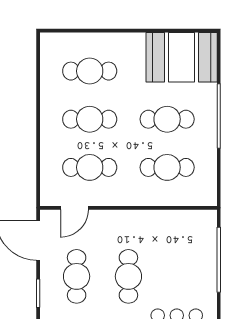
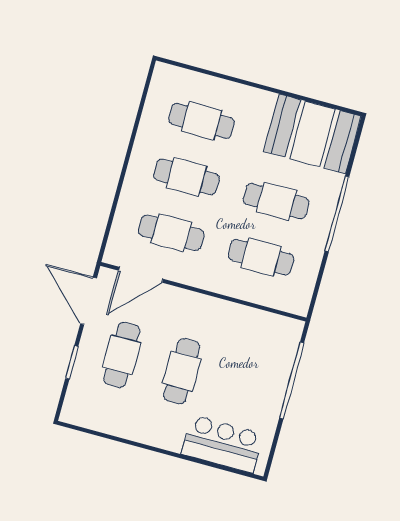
door: (74, 208) -> (141, 275), width x1.36

